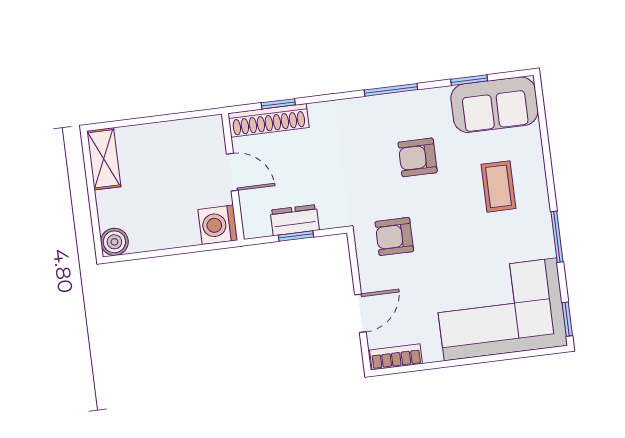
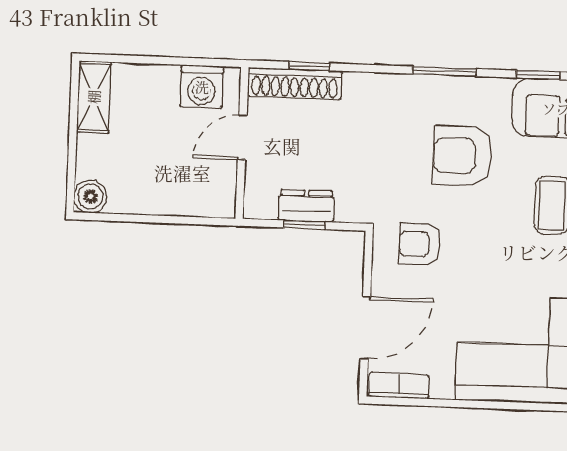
armchair: (418, 157) -> (463, 156), width x1.38, depth x1.38
door: (232, 172) -> (242, 137), swing flipped
washing machine: (218, 225) -> (202, 87), moved, turned -90
door: (360, 313) -> (365, 328), width x1.38

